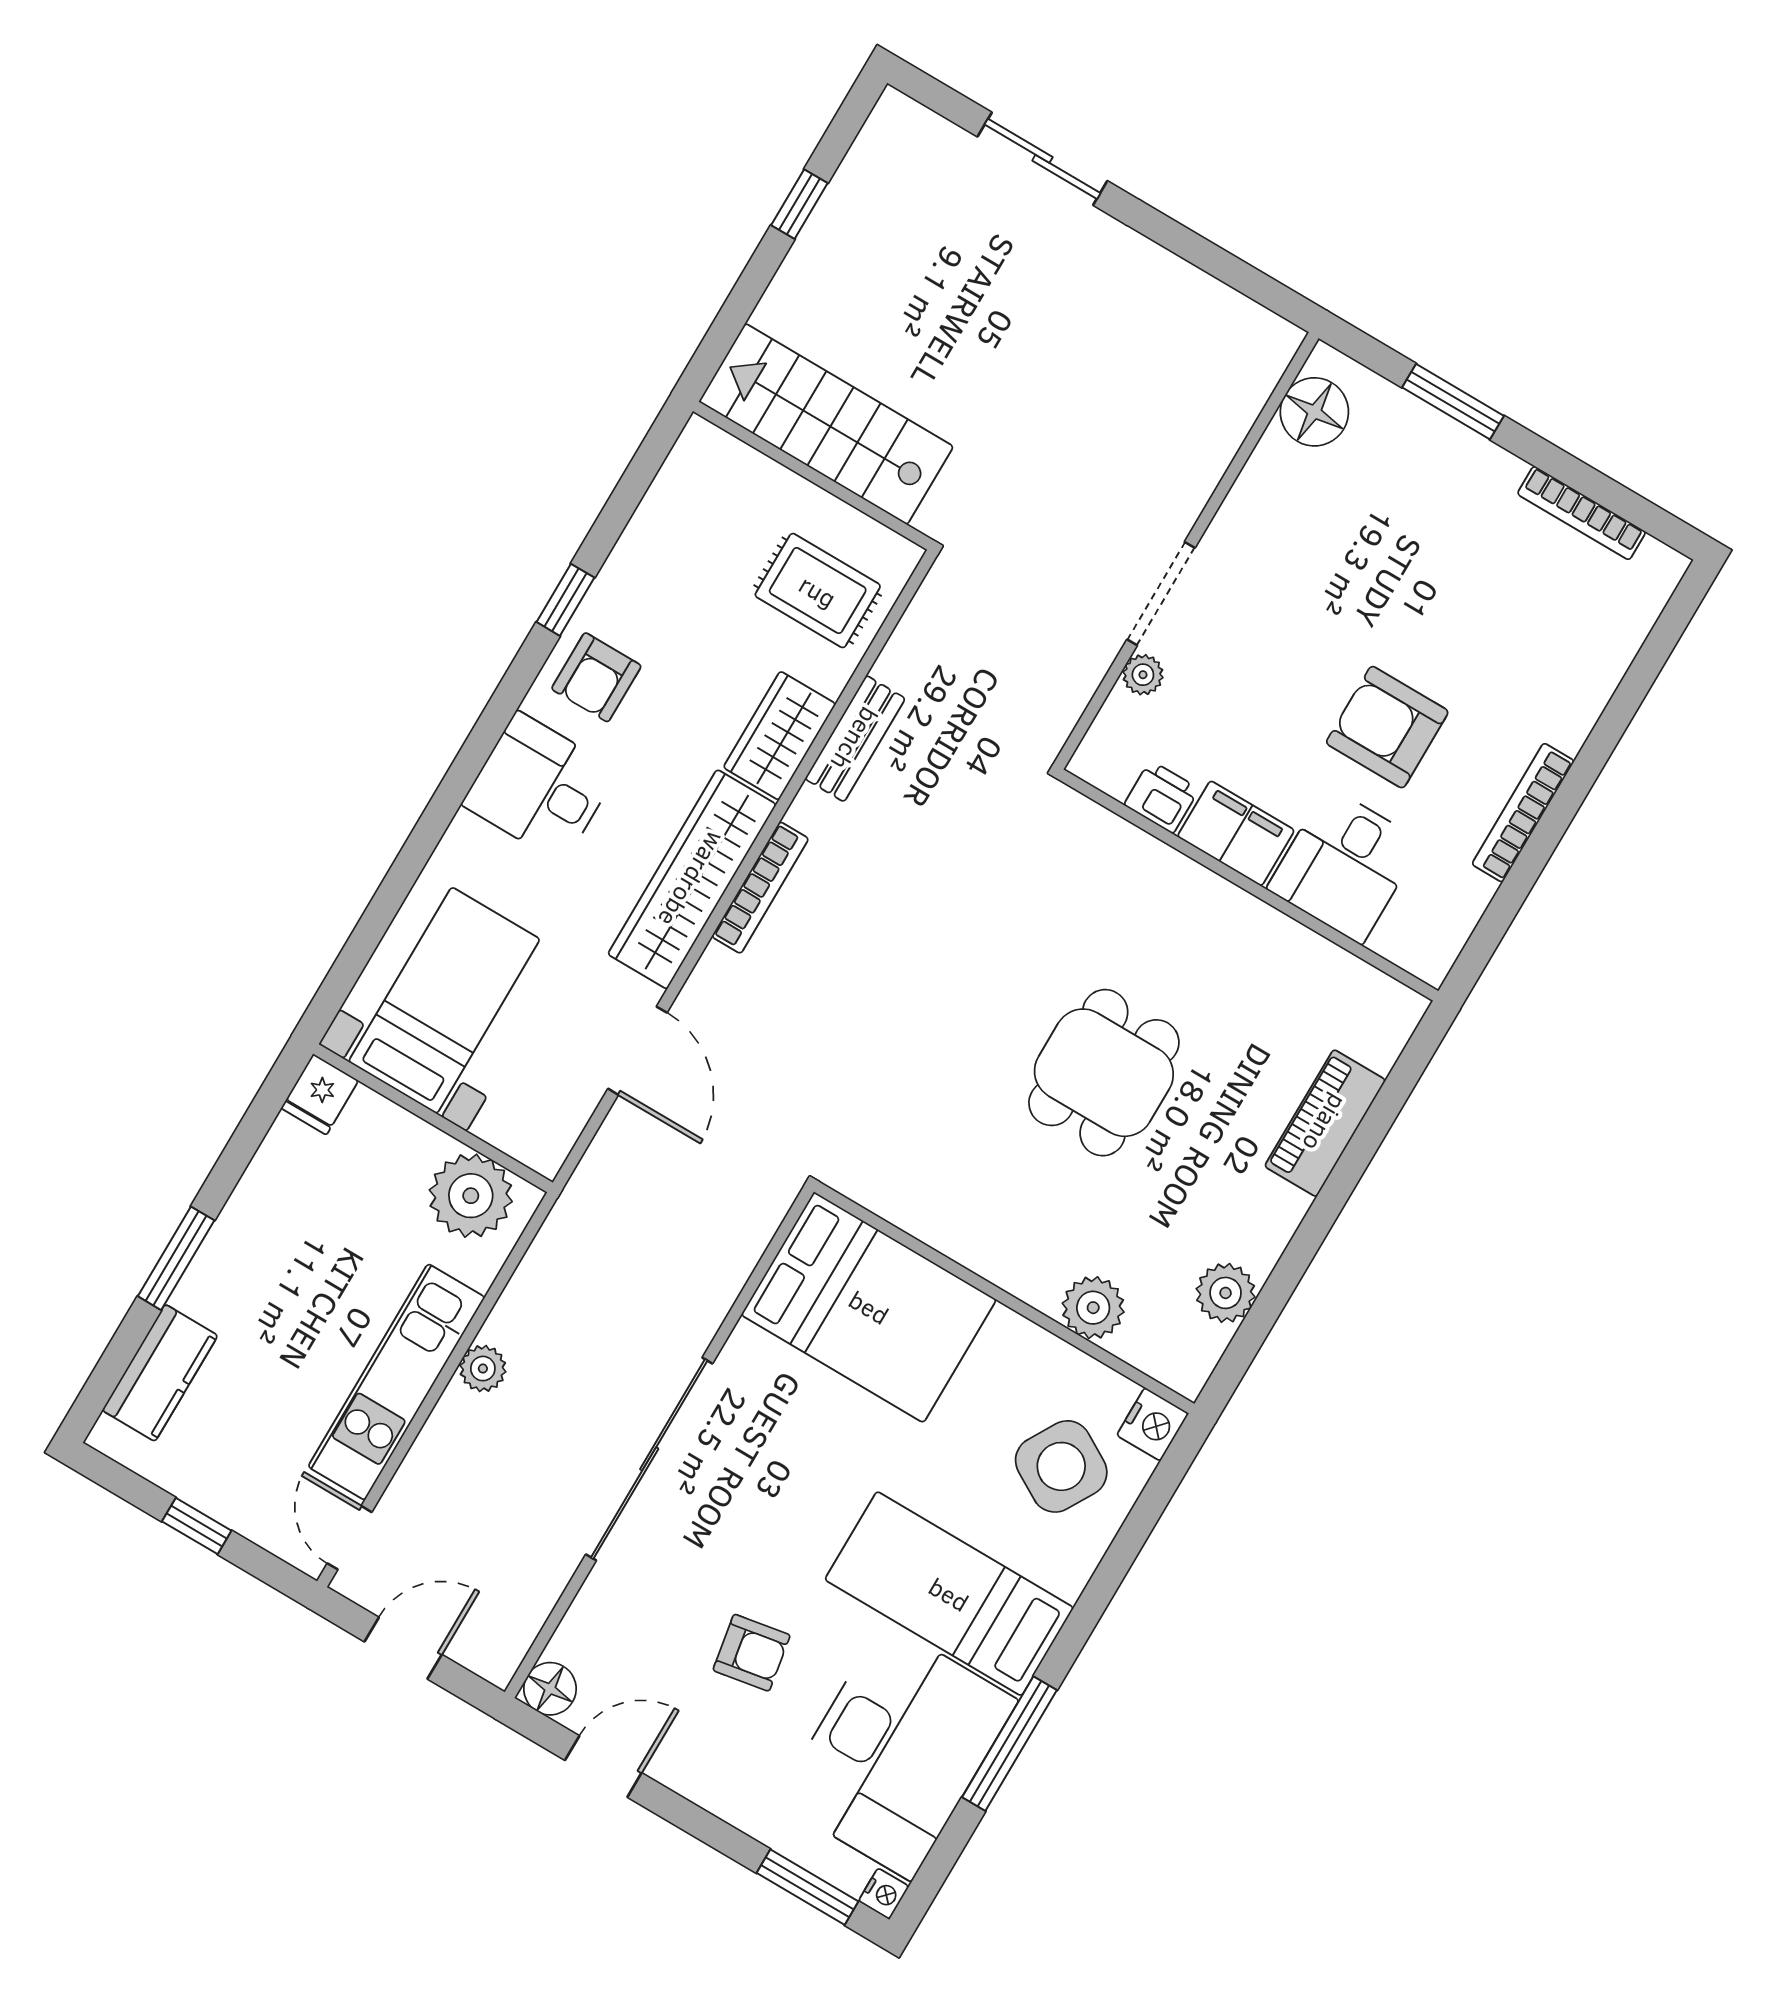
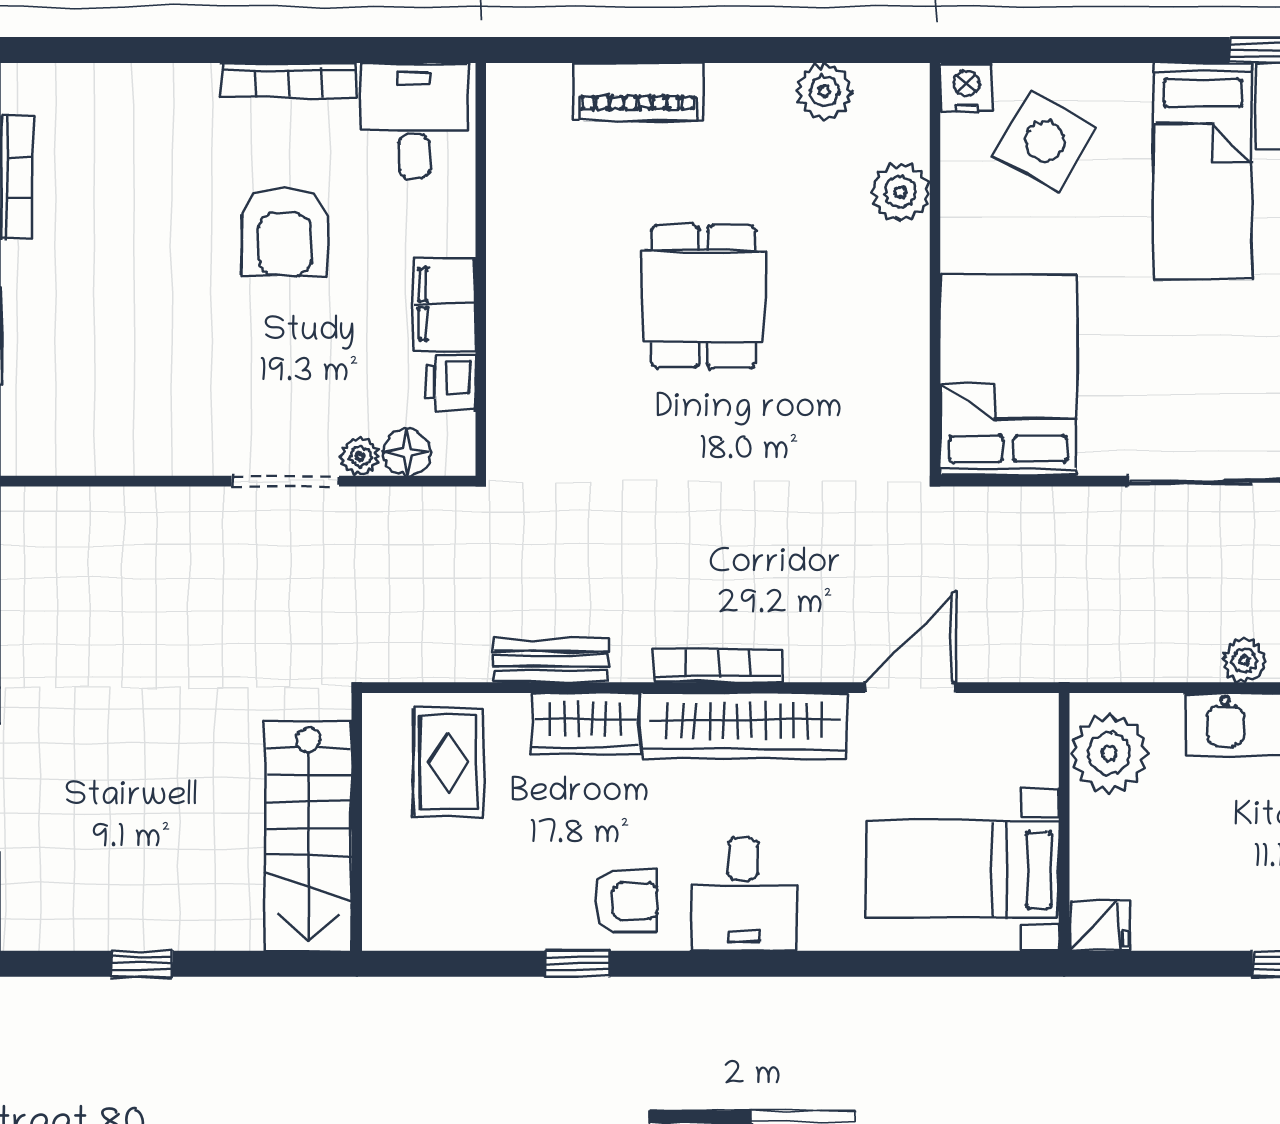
floor lamp: (1314, 412) -> (407, 452), moved, width x0.73, depth x0.73
desk: (1345, 865) -> (414, 120), moved, turned -90
dining table: (1104, 1073) -> (703, 297), turned 90

